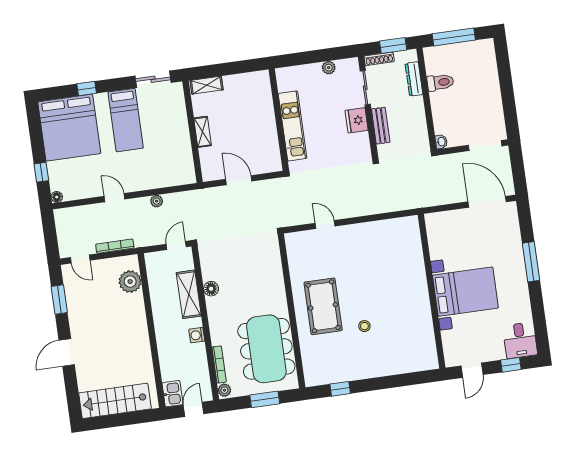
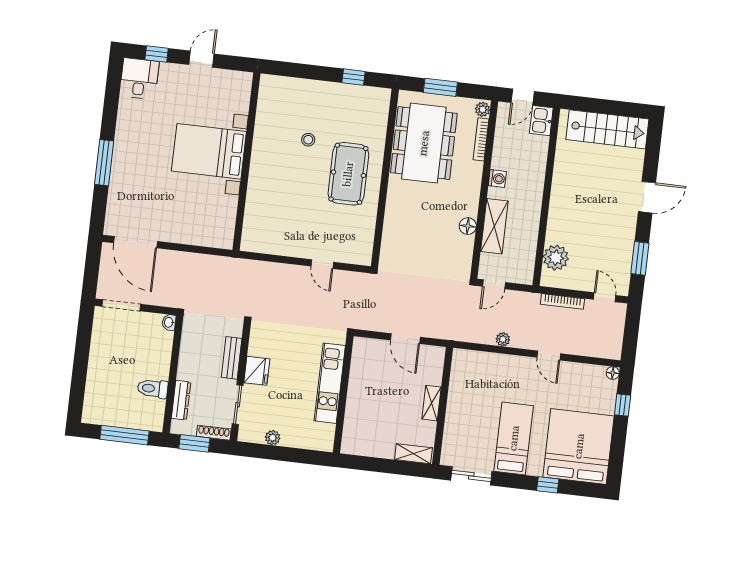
wall: (432, 291) -> (246, 162), moved
bed with nightstands: (465, 292) -> (209, 151), moved

